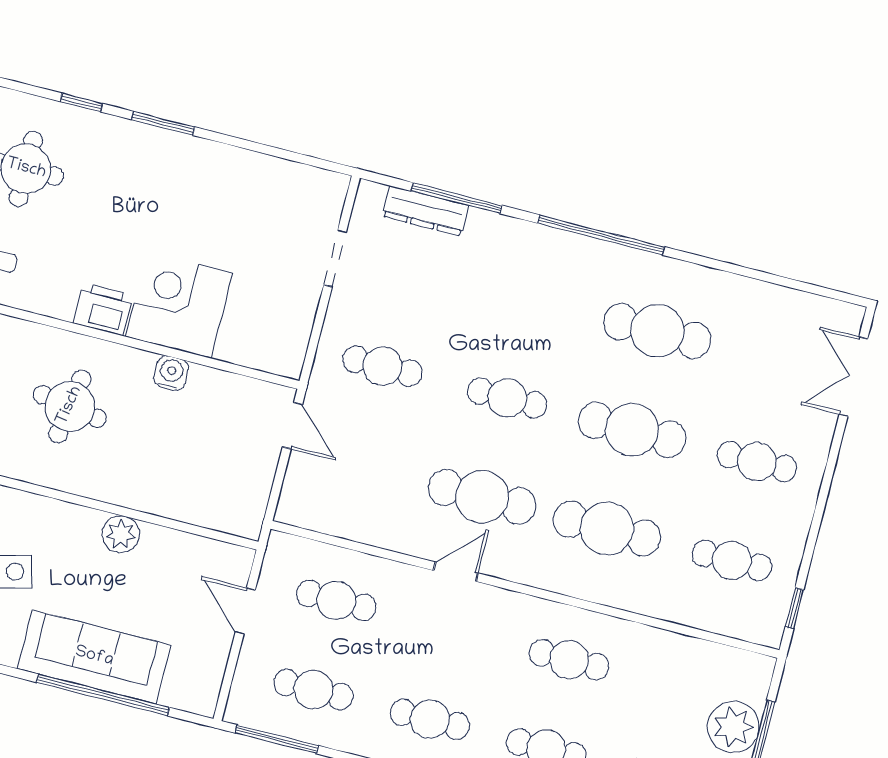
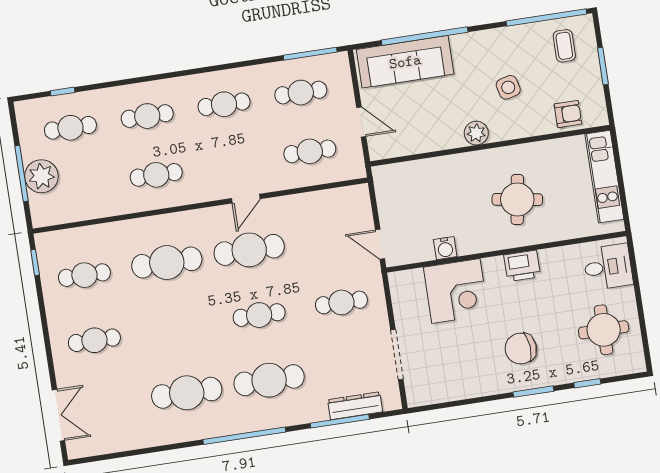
chair: (155, 192) -> (521, 349), added
doorway: (335, 258) -> (397, 355), width x1.38
corner desk: (179, 305) -> (456, 291), moved
water cooler: (171, 373) -> (445, 248), moved
cafe table: (632, 430) -> (269, 380), moved
plant: (121, 534) -> (476, 133), moved
sofa: (94, 657) -> (405, 62), moved

